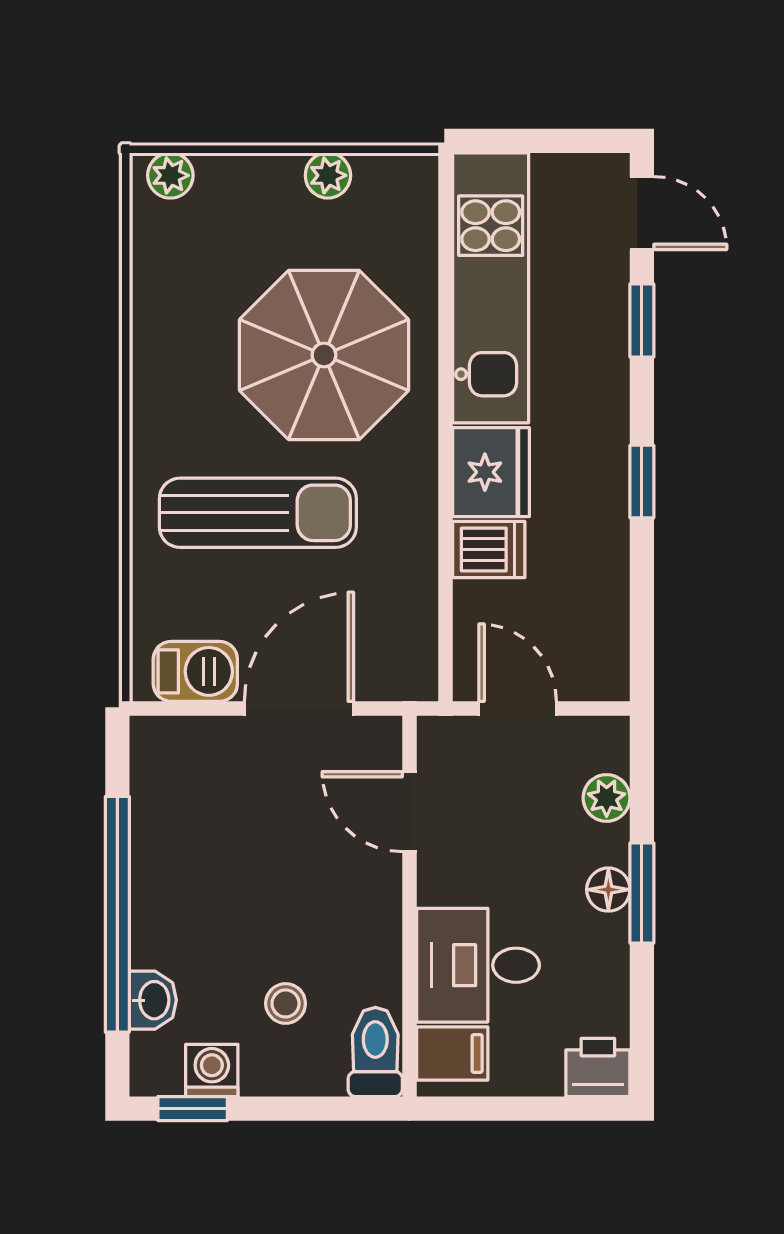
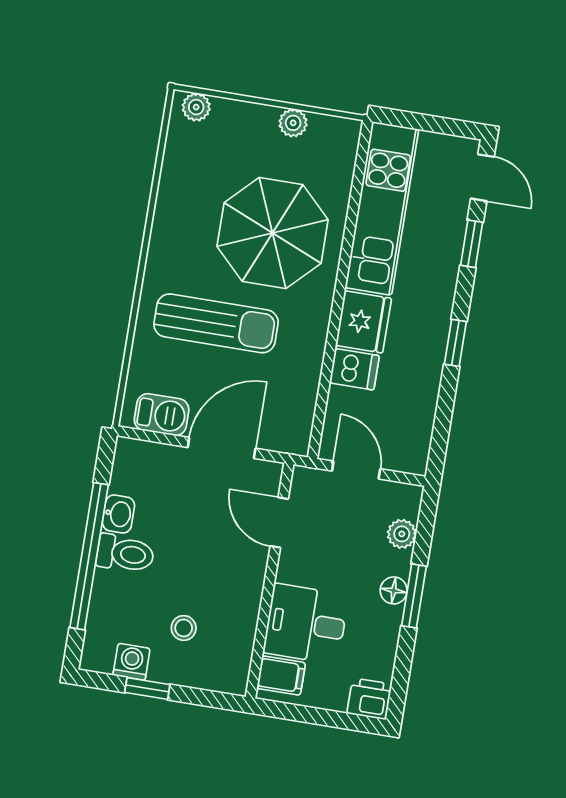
washbasin: (153, 1000) -> (118, 514), moved
toilet: (375, 1052) -> (125, 554), moved, turned 90
window: (193, 1109) -> (147, 688), moved

